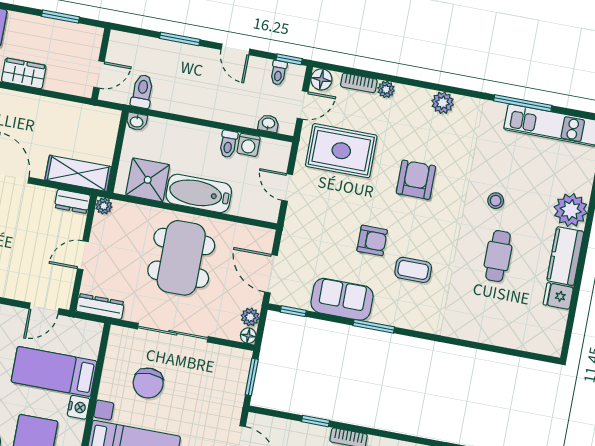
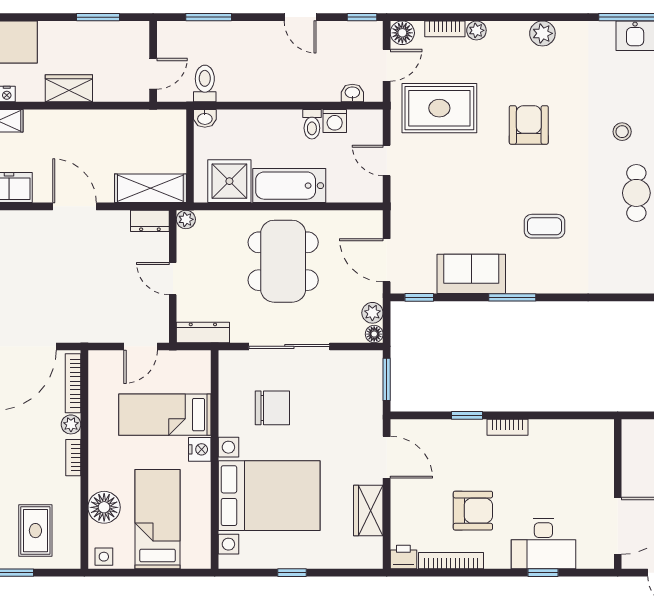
window: (180, 39) -> (209, 17), moved
toilet: (278, 73) -> (353, 34), removed
armchair: (372, 240) -> (493, 202), removed
door: (83, 255) -> (173, 279), hinge flipped
chair: (148, 383) -> (272, 408), turned -90

